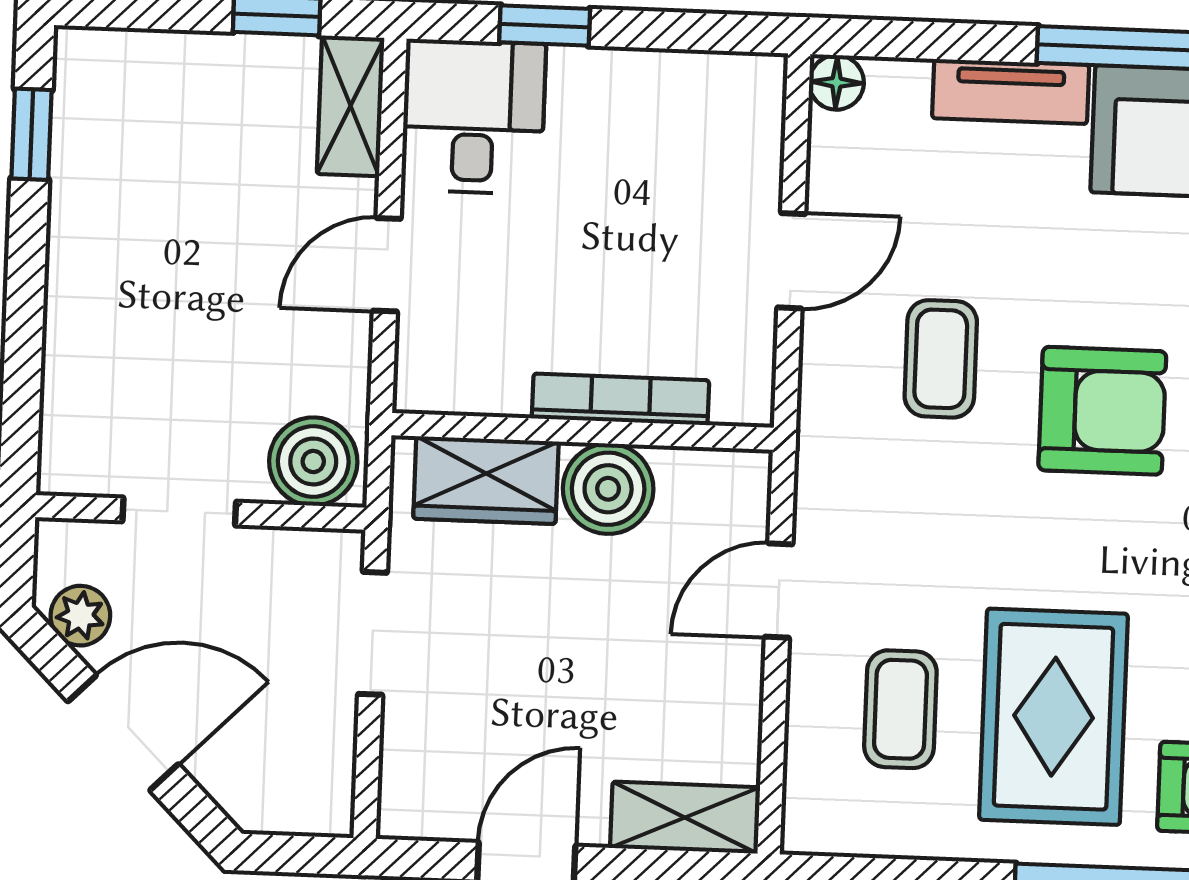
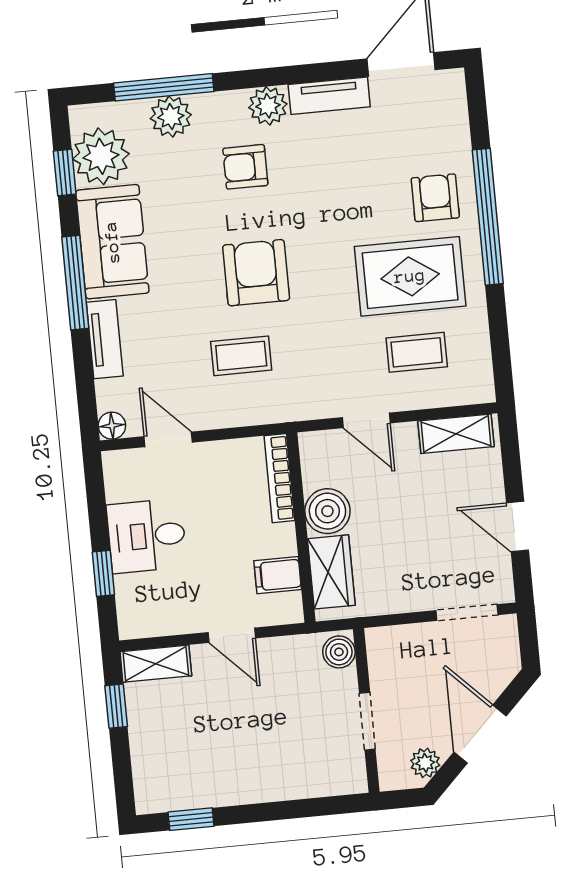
desk: (473, 117) -> (147, 536), moved
door: (791, 261) -> (168, 439), moved
filing cabinet: (494, 372) -> (278, 575), added
bookcase: (620, 399) -> (279, 478), moved
boiler: (313, 461) -> (339, 652), width x0.73, depth x0.73
doorway: (373, 633) -> (467, 613), moved
shelving: (685, 818) -> (456, 434), moved, turned 90

